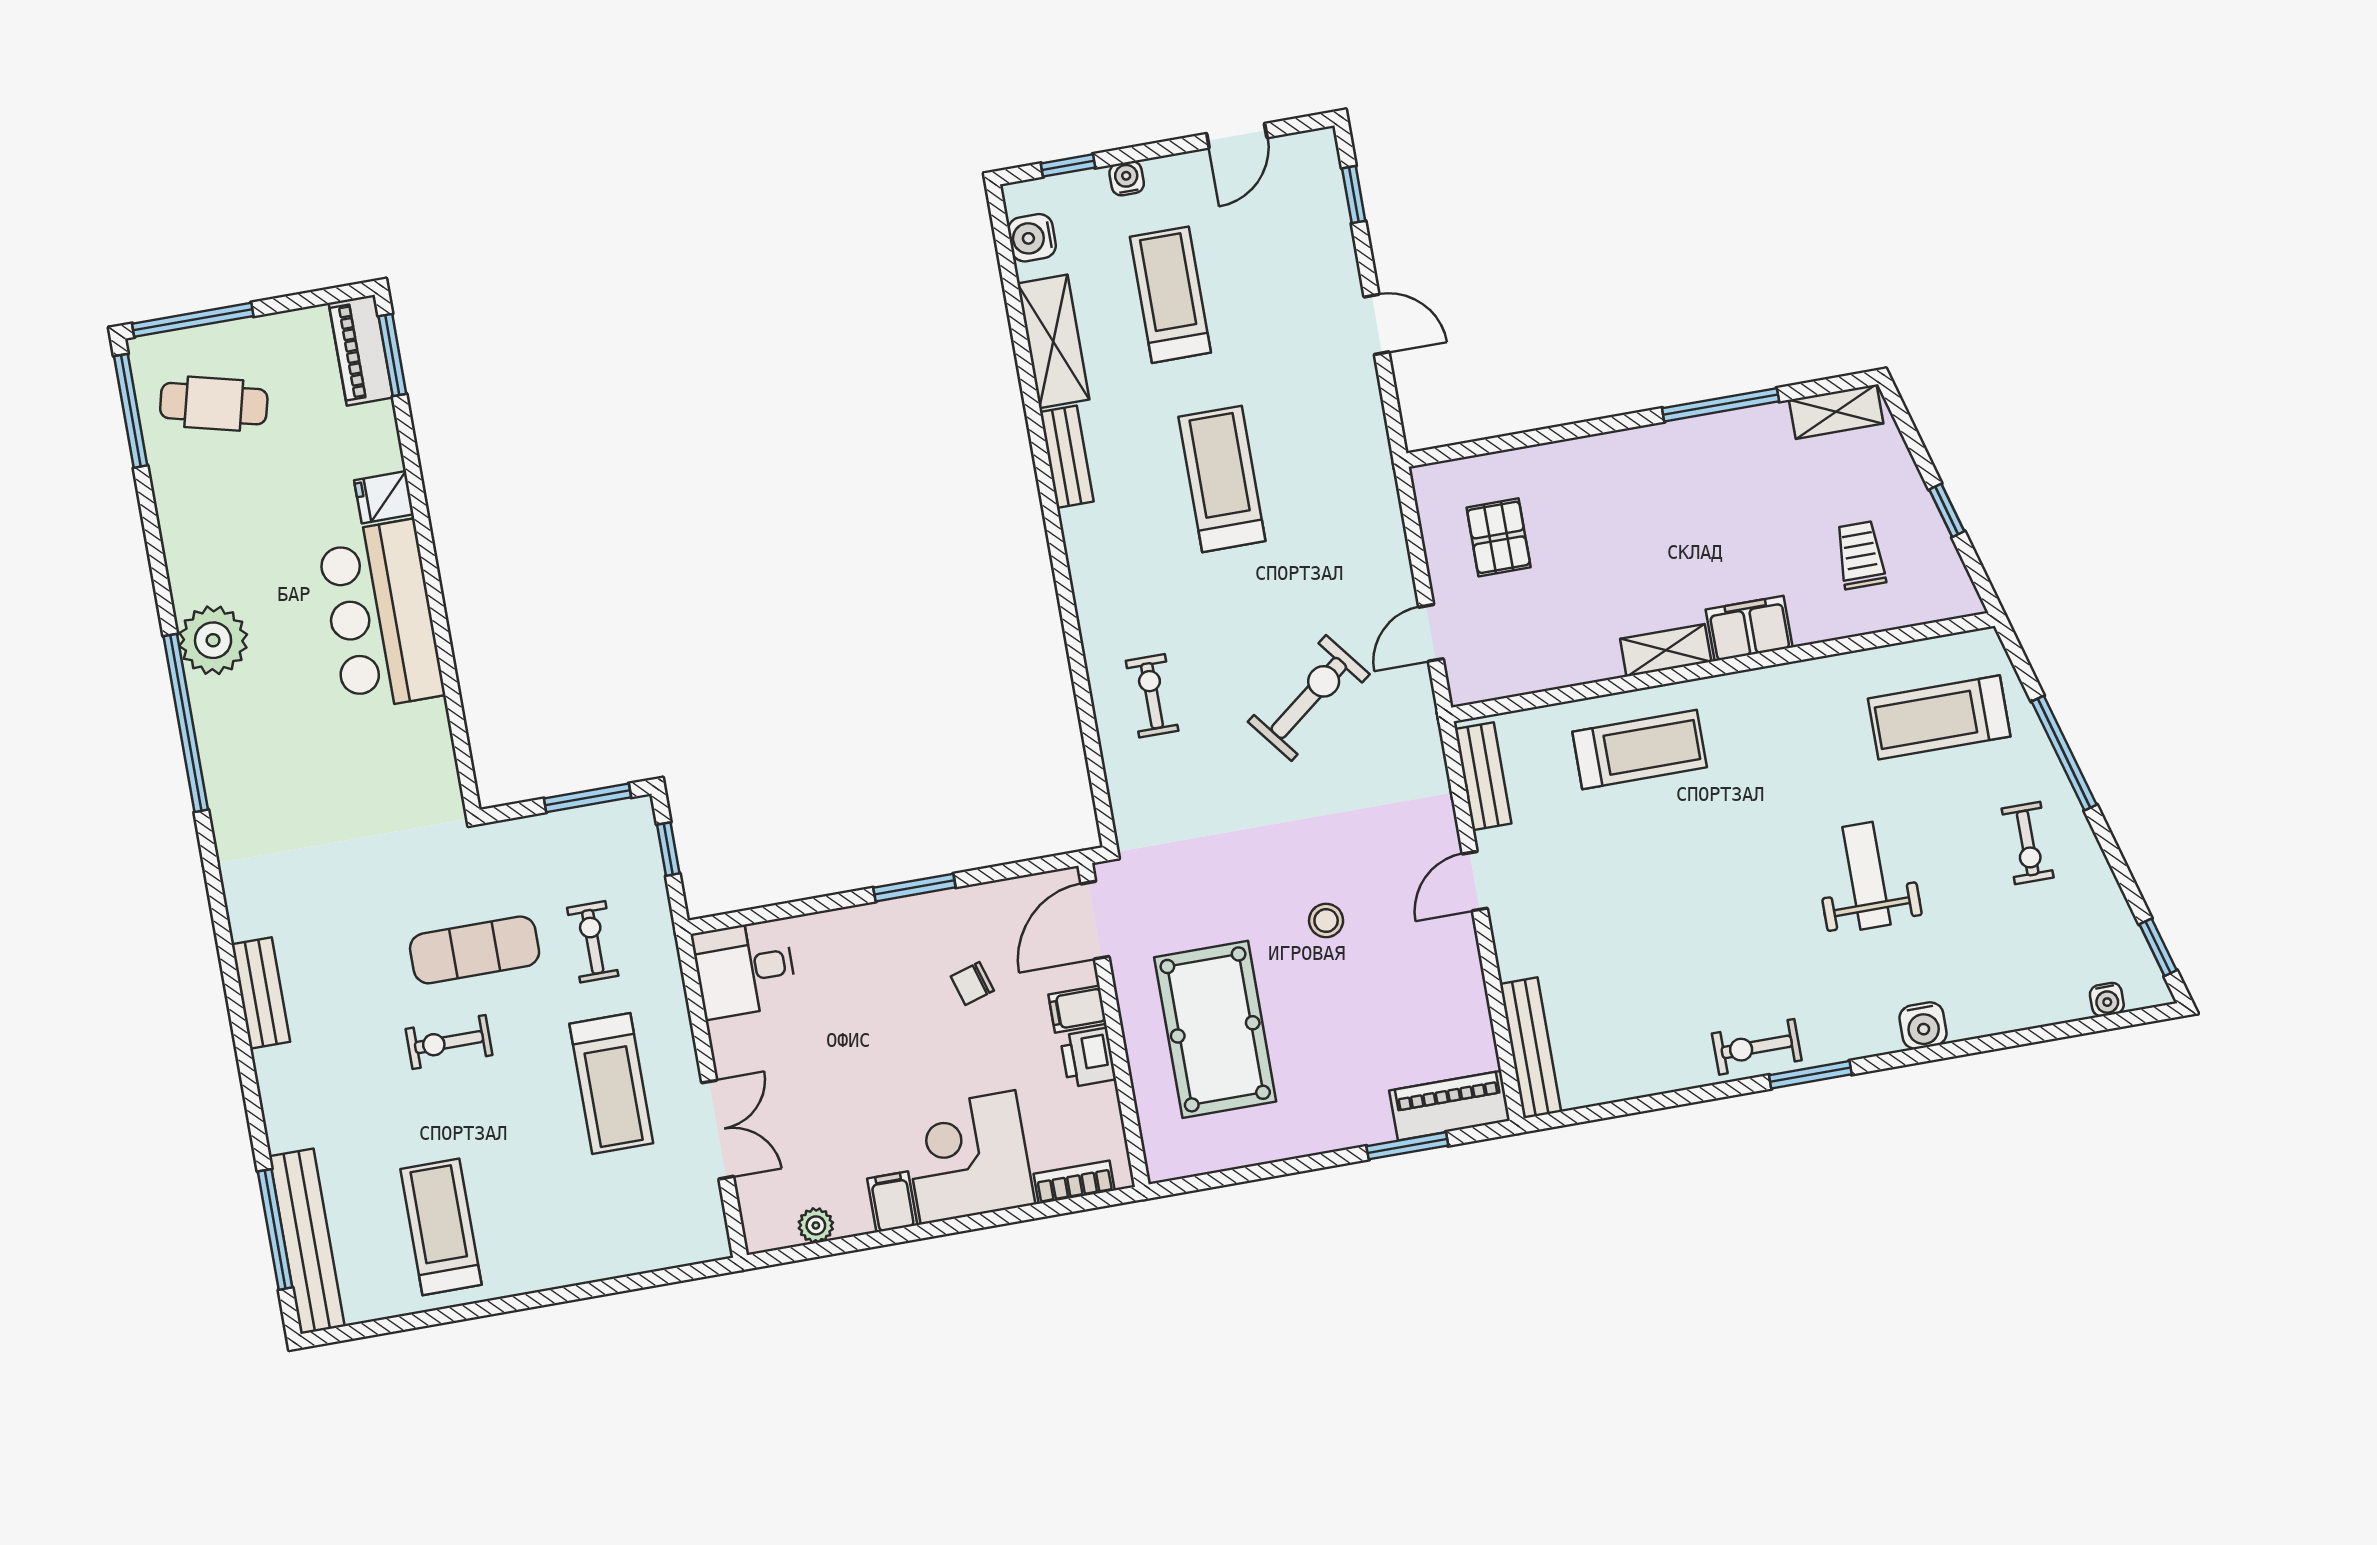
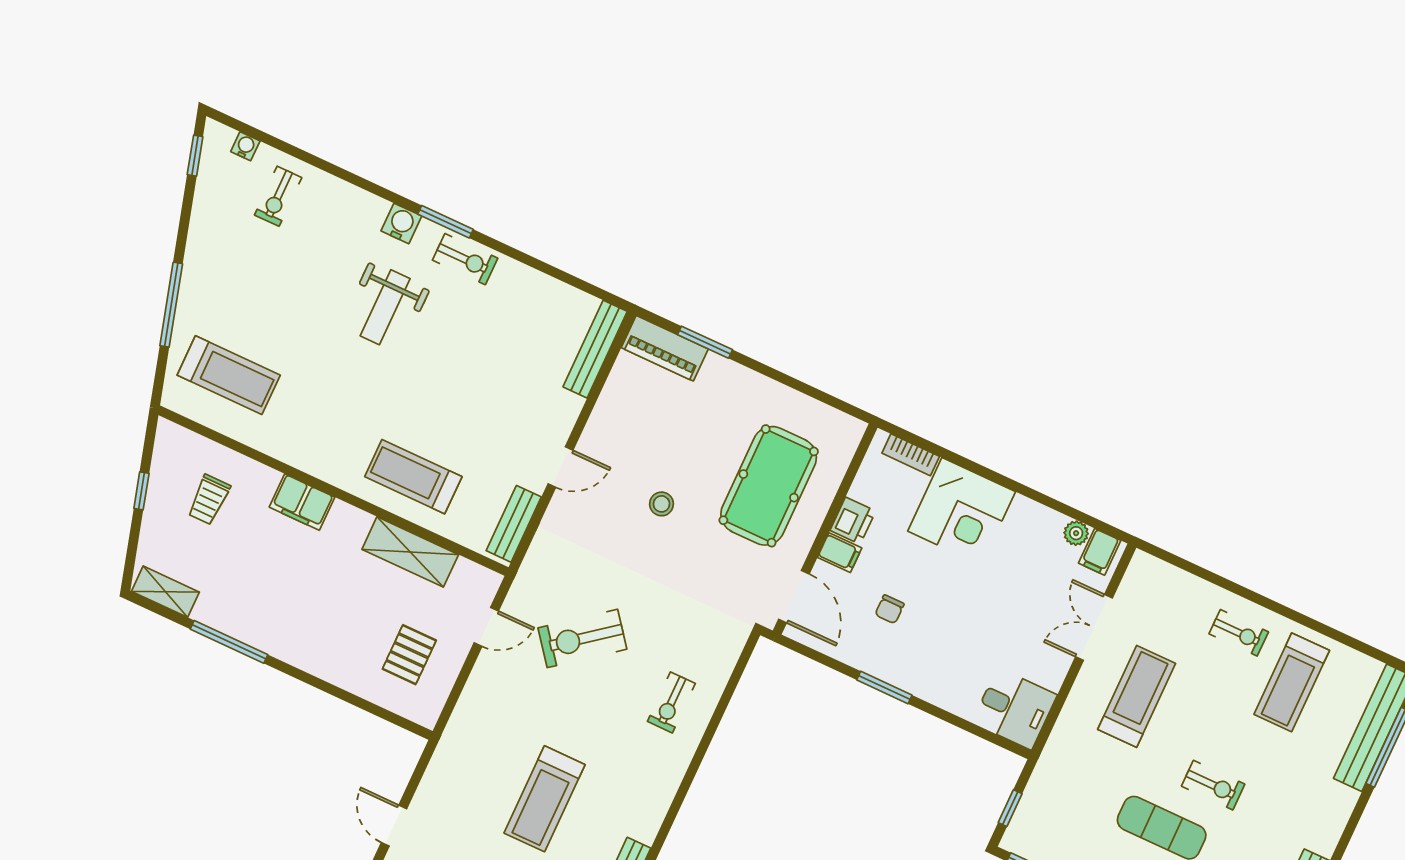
shelving: (1666, 650) -> (410, 552), moved, width x1.50, depth x1.33
exercise bike: (2028, 843) -> (278, 196), moved, turned 180
weight bench: (1867, 876) -> (385, 307), moved
door: (1095, 920) -> (794, 597), hinge flipped
exercise bike: (593, 942) -> (1239, 633), moved, turned -90
chair: (972, 984) -> (890, 609), turned 107
water cooler: (1923, 1026) -> (401, 223), moved
filing cabinet: (892, 1202) -> (1100, 552), moved

